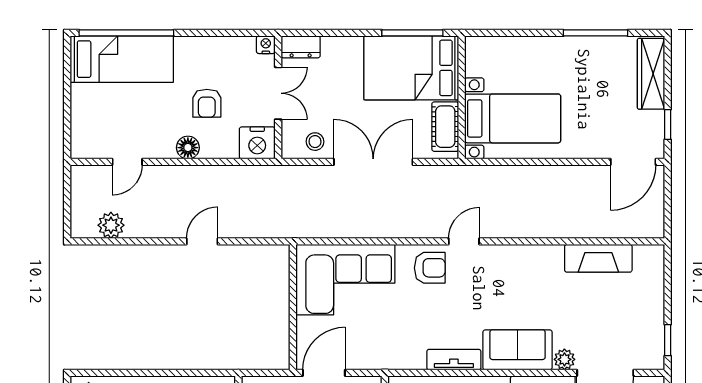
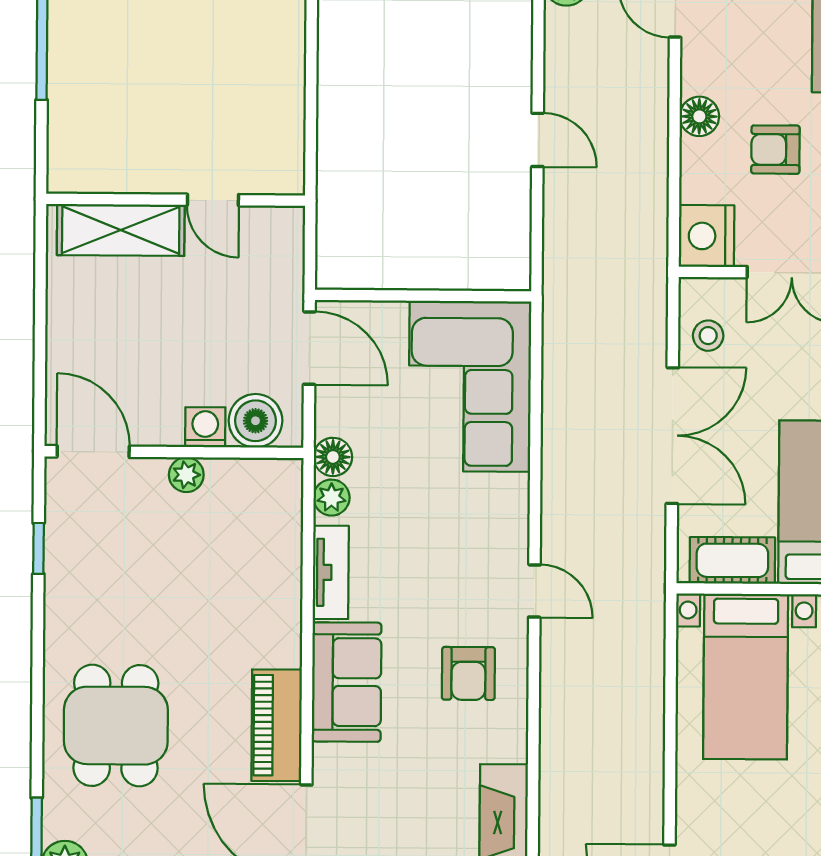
armchair: (430, 268) -> (468, 673), moved
floor lamp: (387, 359) -> (333, 457), added
plant: (564, 359) -> (331, 498), moved

